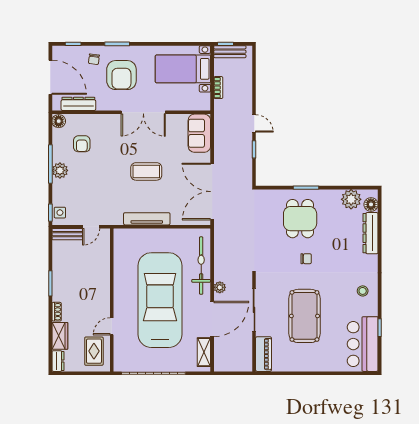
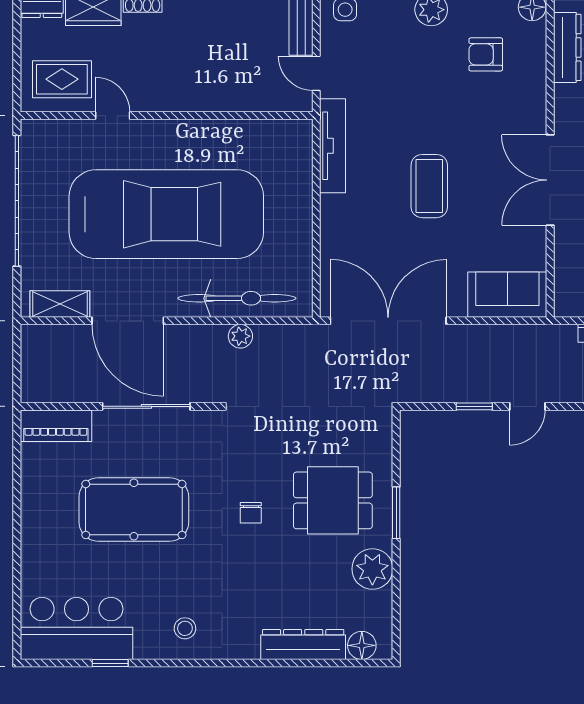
plant: (351, 199) -> (372, 569), moved
tv unit: (147, 219) -> (333, 146), moved
plant: (220, 287) -> (240, 336), moved

